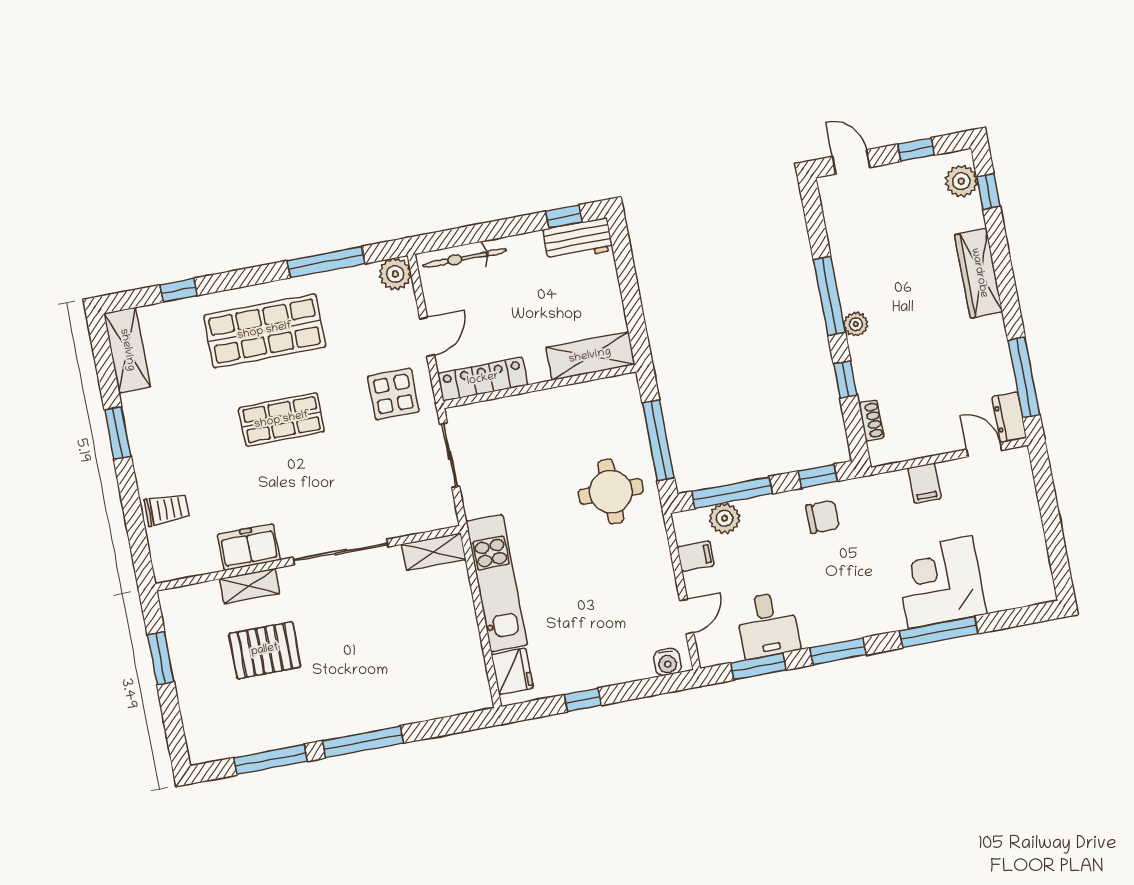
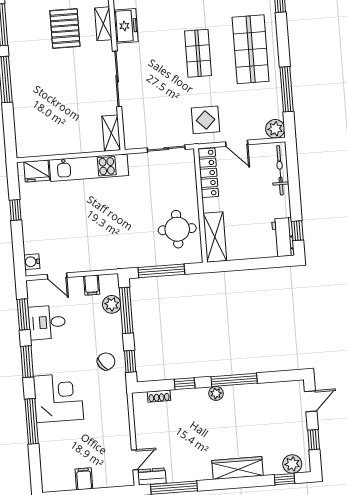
filing cabinet: (924, 483) -> (84, 479), moved, turned 90
round table: (611, 492) -> (177, 229), moved
chair: (823, 517) -> (106, 361), turned -129
corner desk: (940, 582) -> (58, 398), moved

